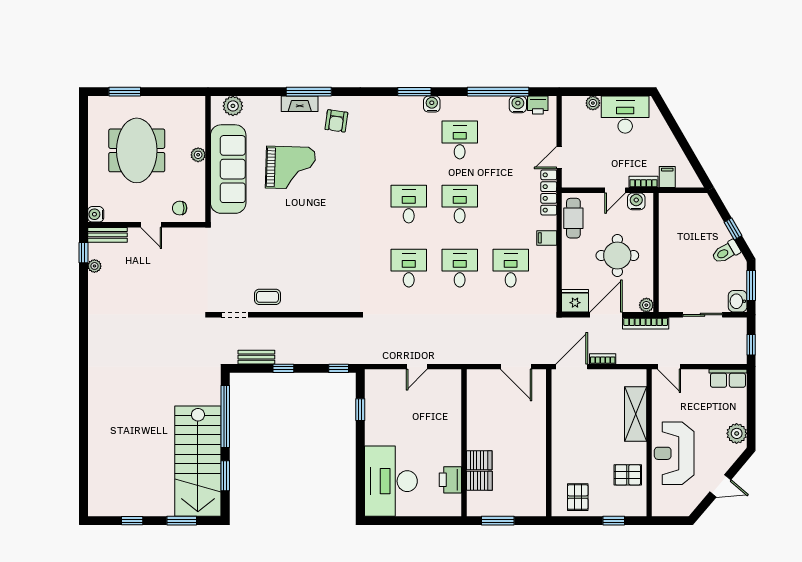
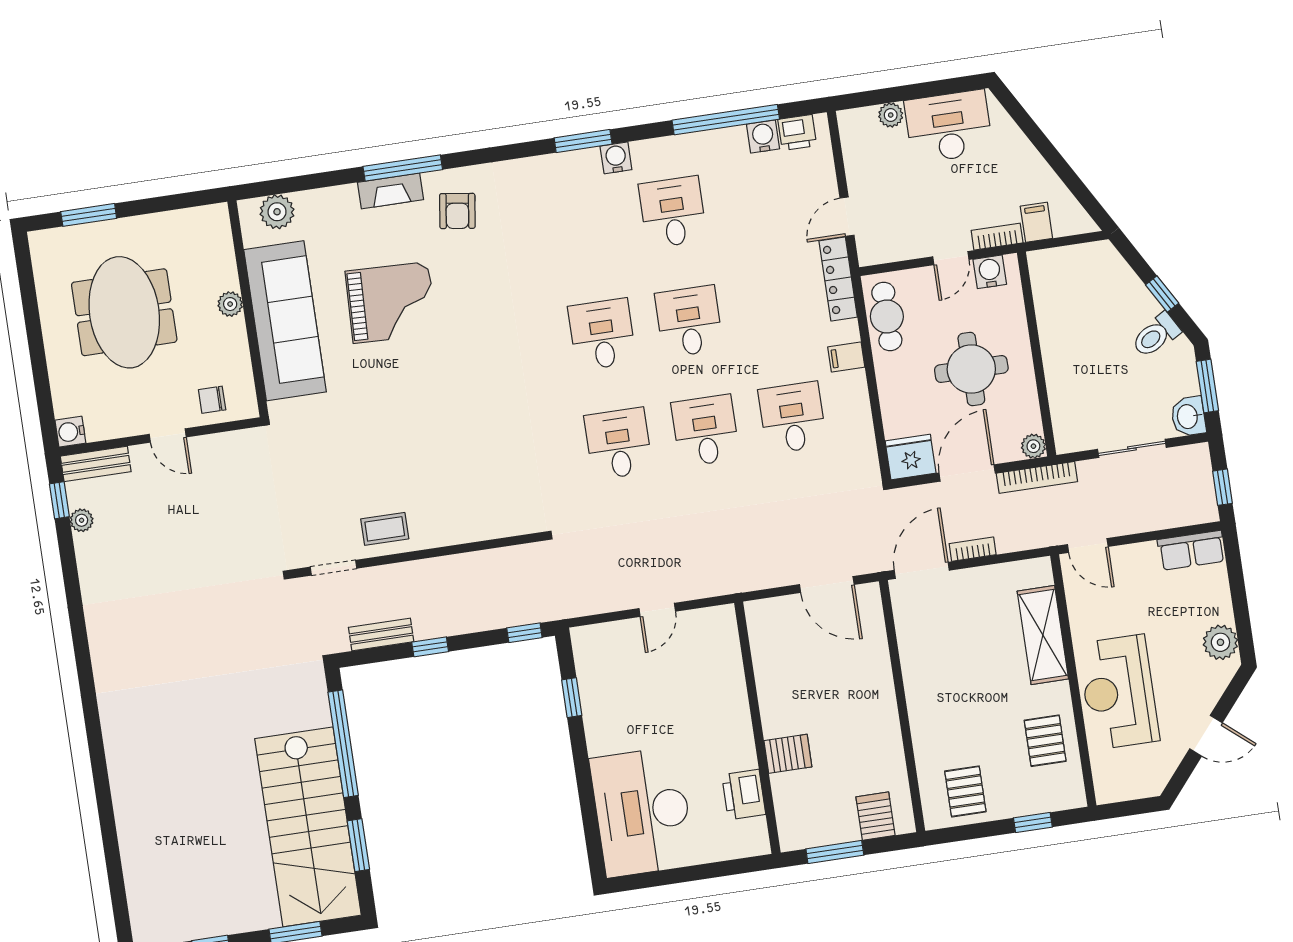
pallet: (628, 475) -> (1045, 741), turned 90
server rack: (479, 481) -> (876, 816), moved, turned -90

